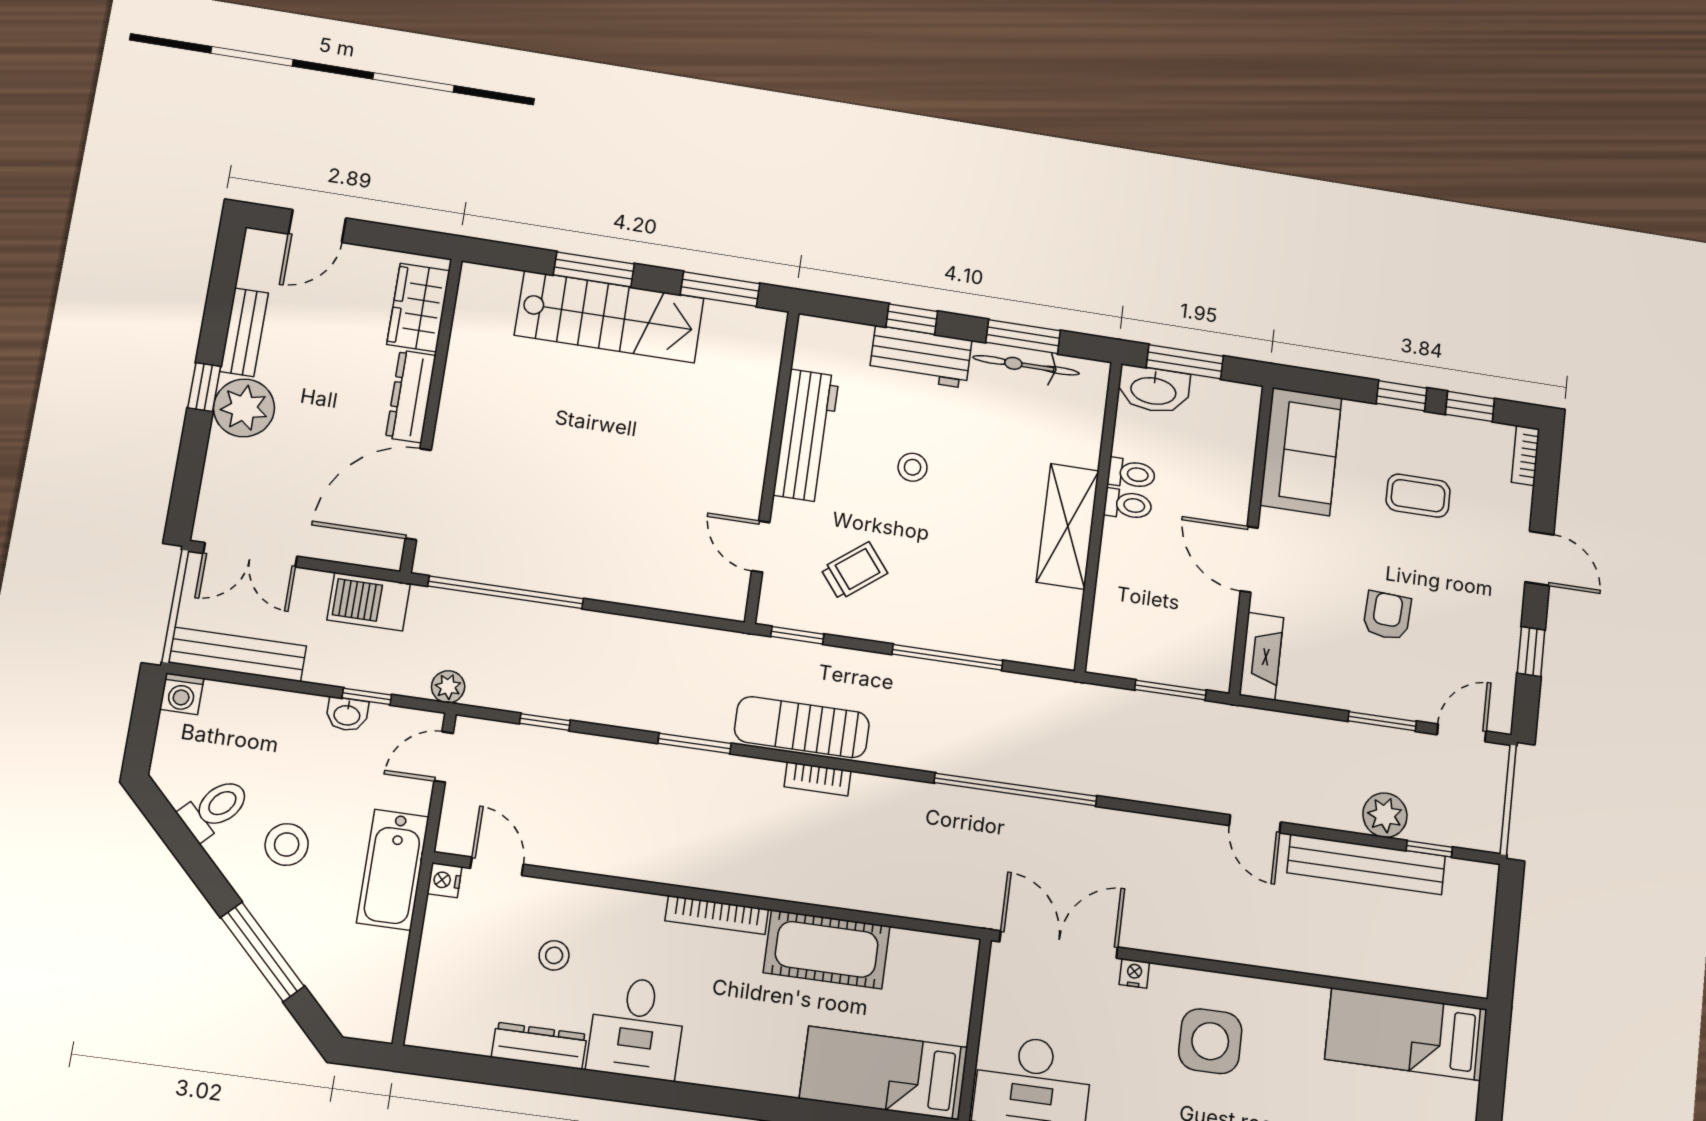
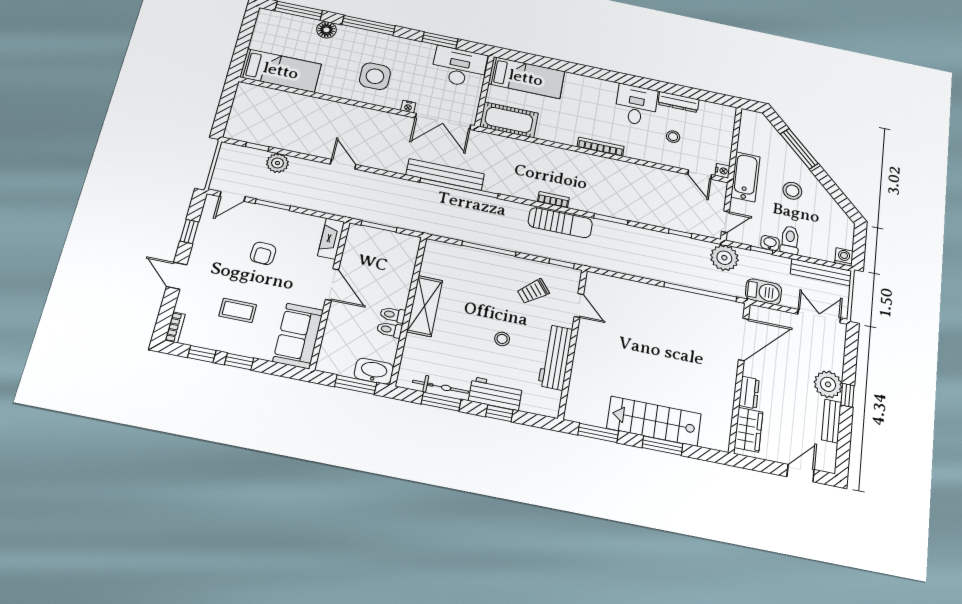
dresser: (411, 396) -> (749, 392), width x0.70
plant: (448, 687) -> (724, 258), width x1.87, depth x1.87
toilet: (215, 809) -> (790, 240), moved, turned 135
bench: (1366, 864) -> (445, 174), moved
cot: (827, 949) -> (509, 120), moved

